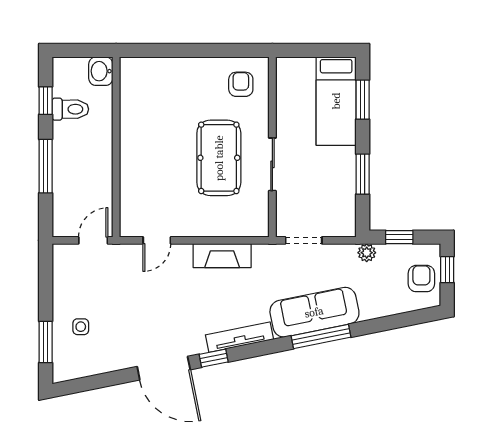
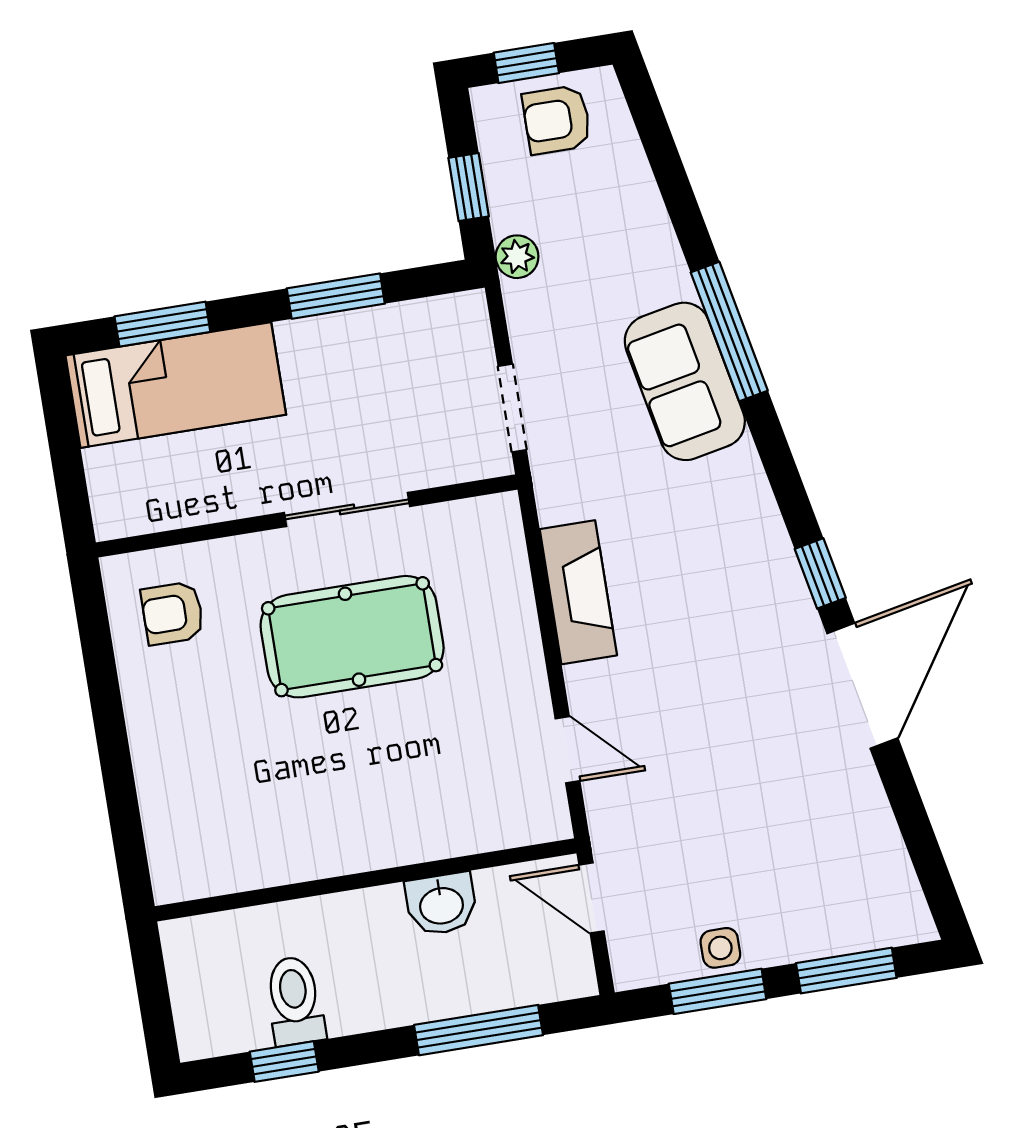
washbasin: (101, 71) -> (441, 904), moved
window: (46, 166) -> (479, 1030), moved
window: (46, 287) -> (718, 991), added
sofa: (314, 312) -> (685, 381), width x0.73
side table: (81, 327) -> (720, 948), moved
tv unit: (239, 337) -> (762, 521), removed

